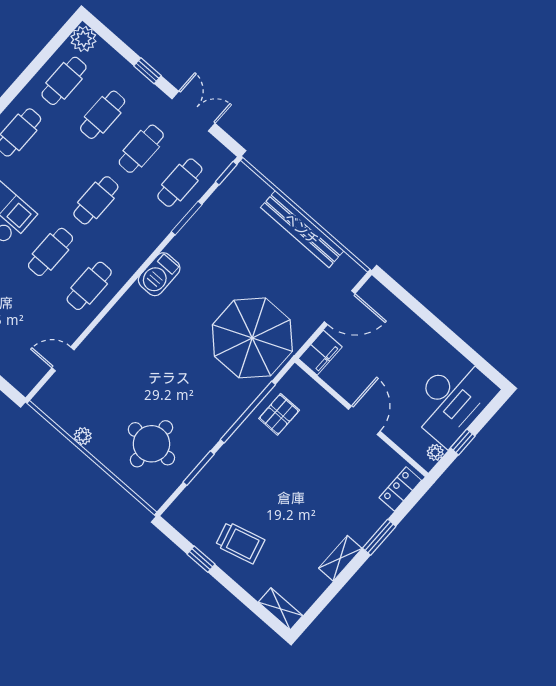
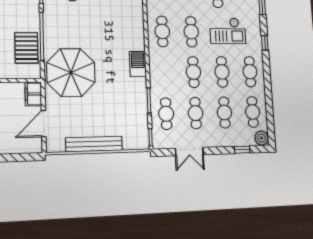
window: (147, 71) -> (242, 150), moved
cafe table: (57, 166) -> (222, 72), added
pallet: (279, 414) -> (26, 48), width x1.50, depth x1.42

